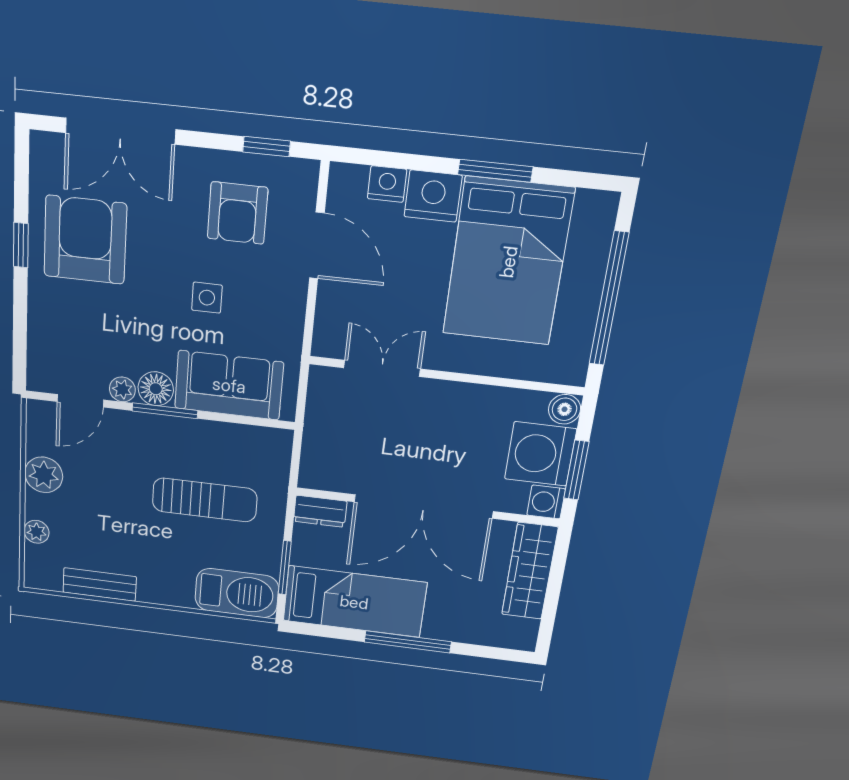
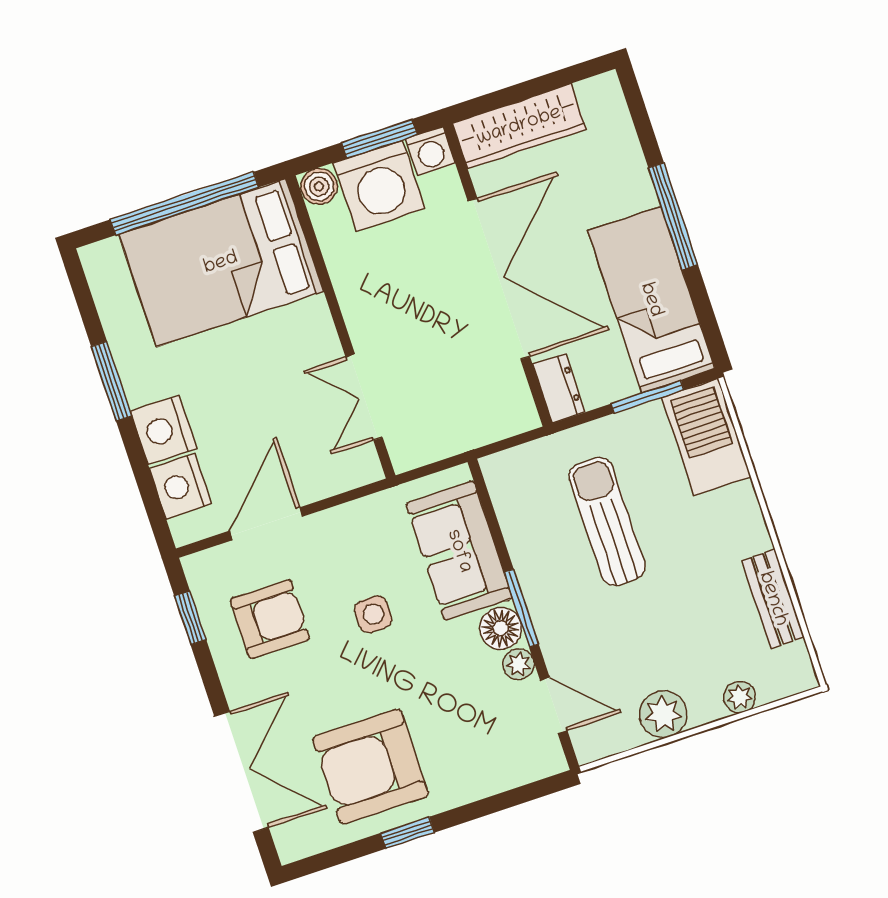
nightstand: (387, 184) -> (180, 486), width x1.36, depth x1.33
bed: (508, 262) -> (221, 263), moved, turned 180

